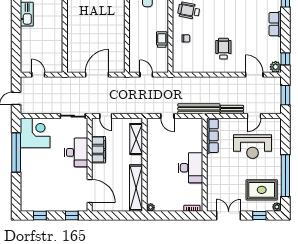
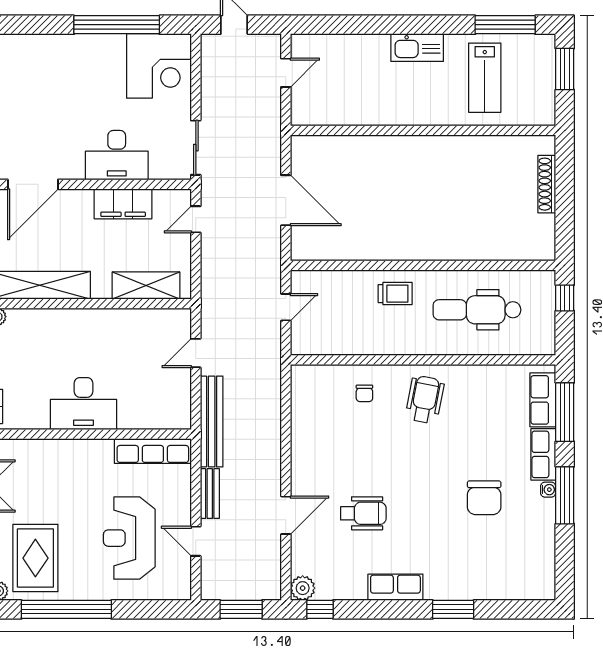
trolley: (162, 39) -> (395, 294), moved
wheelchair: (223, 49) -> (363, 513), moved
door: (254, 75) -> (286, 515), moved

